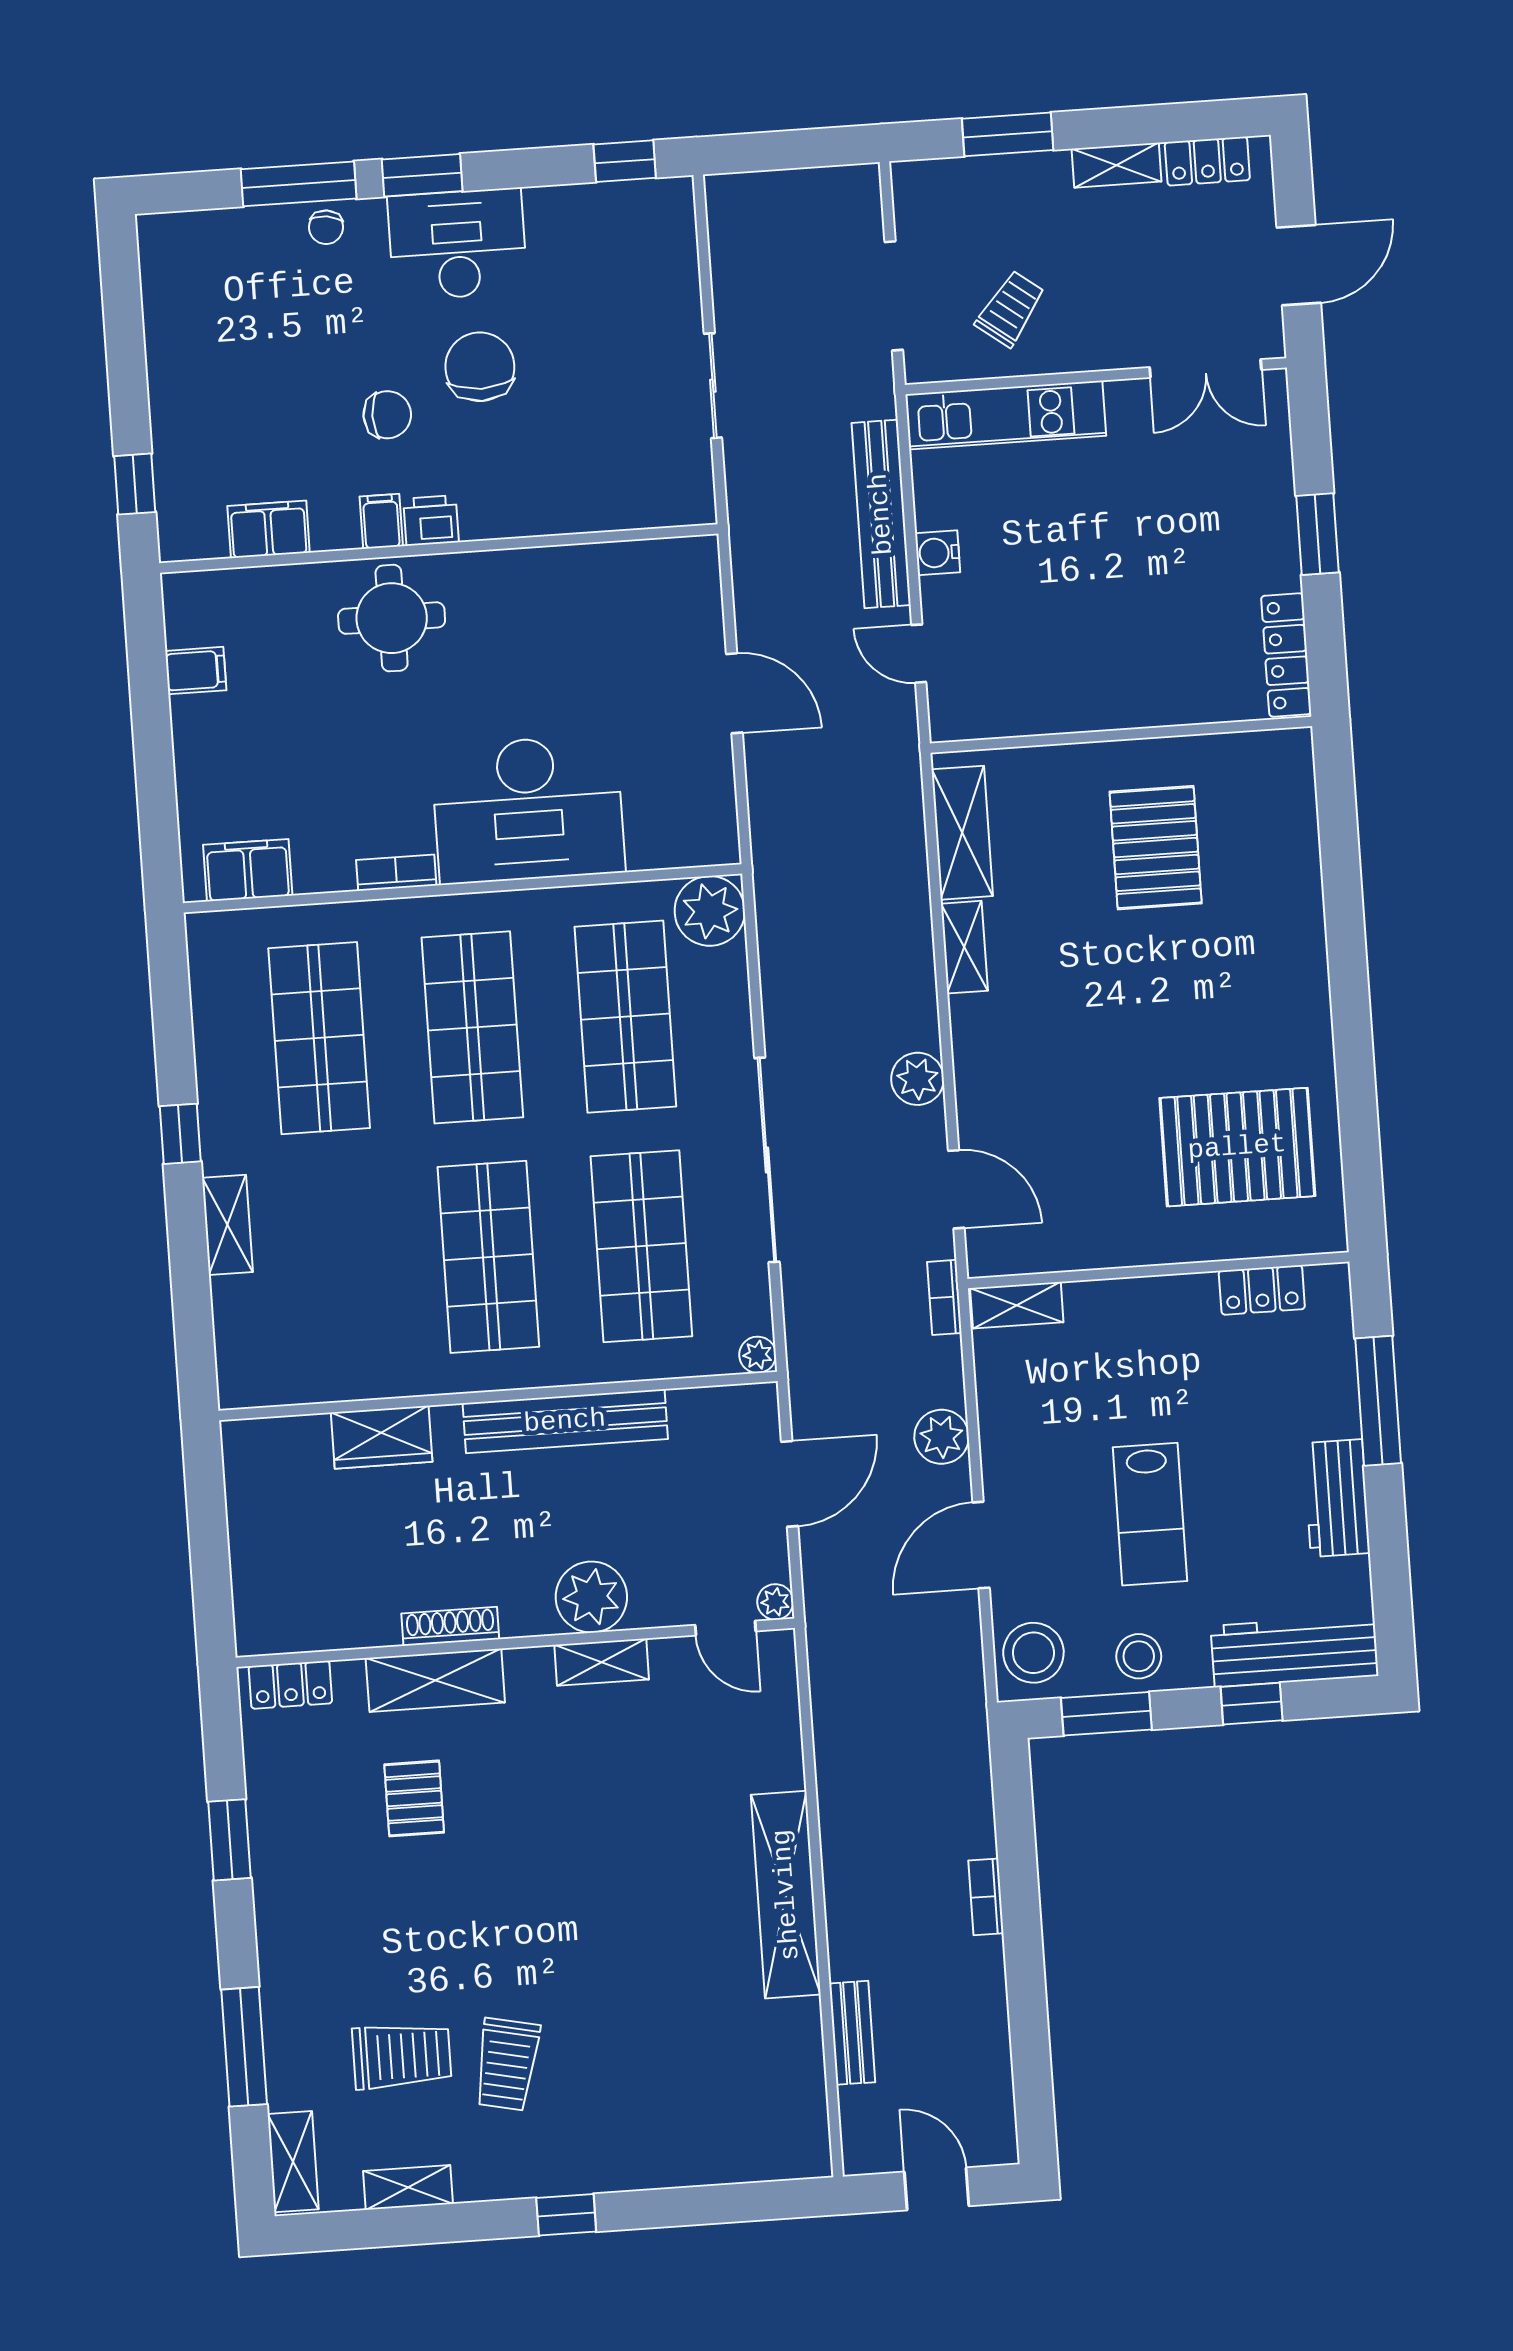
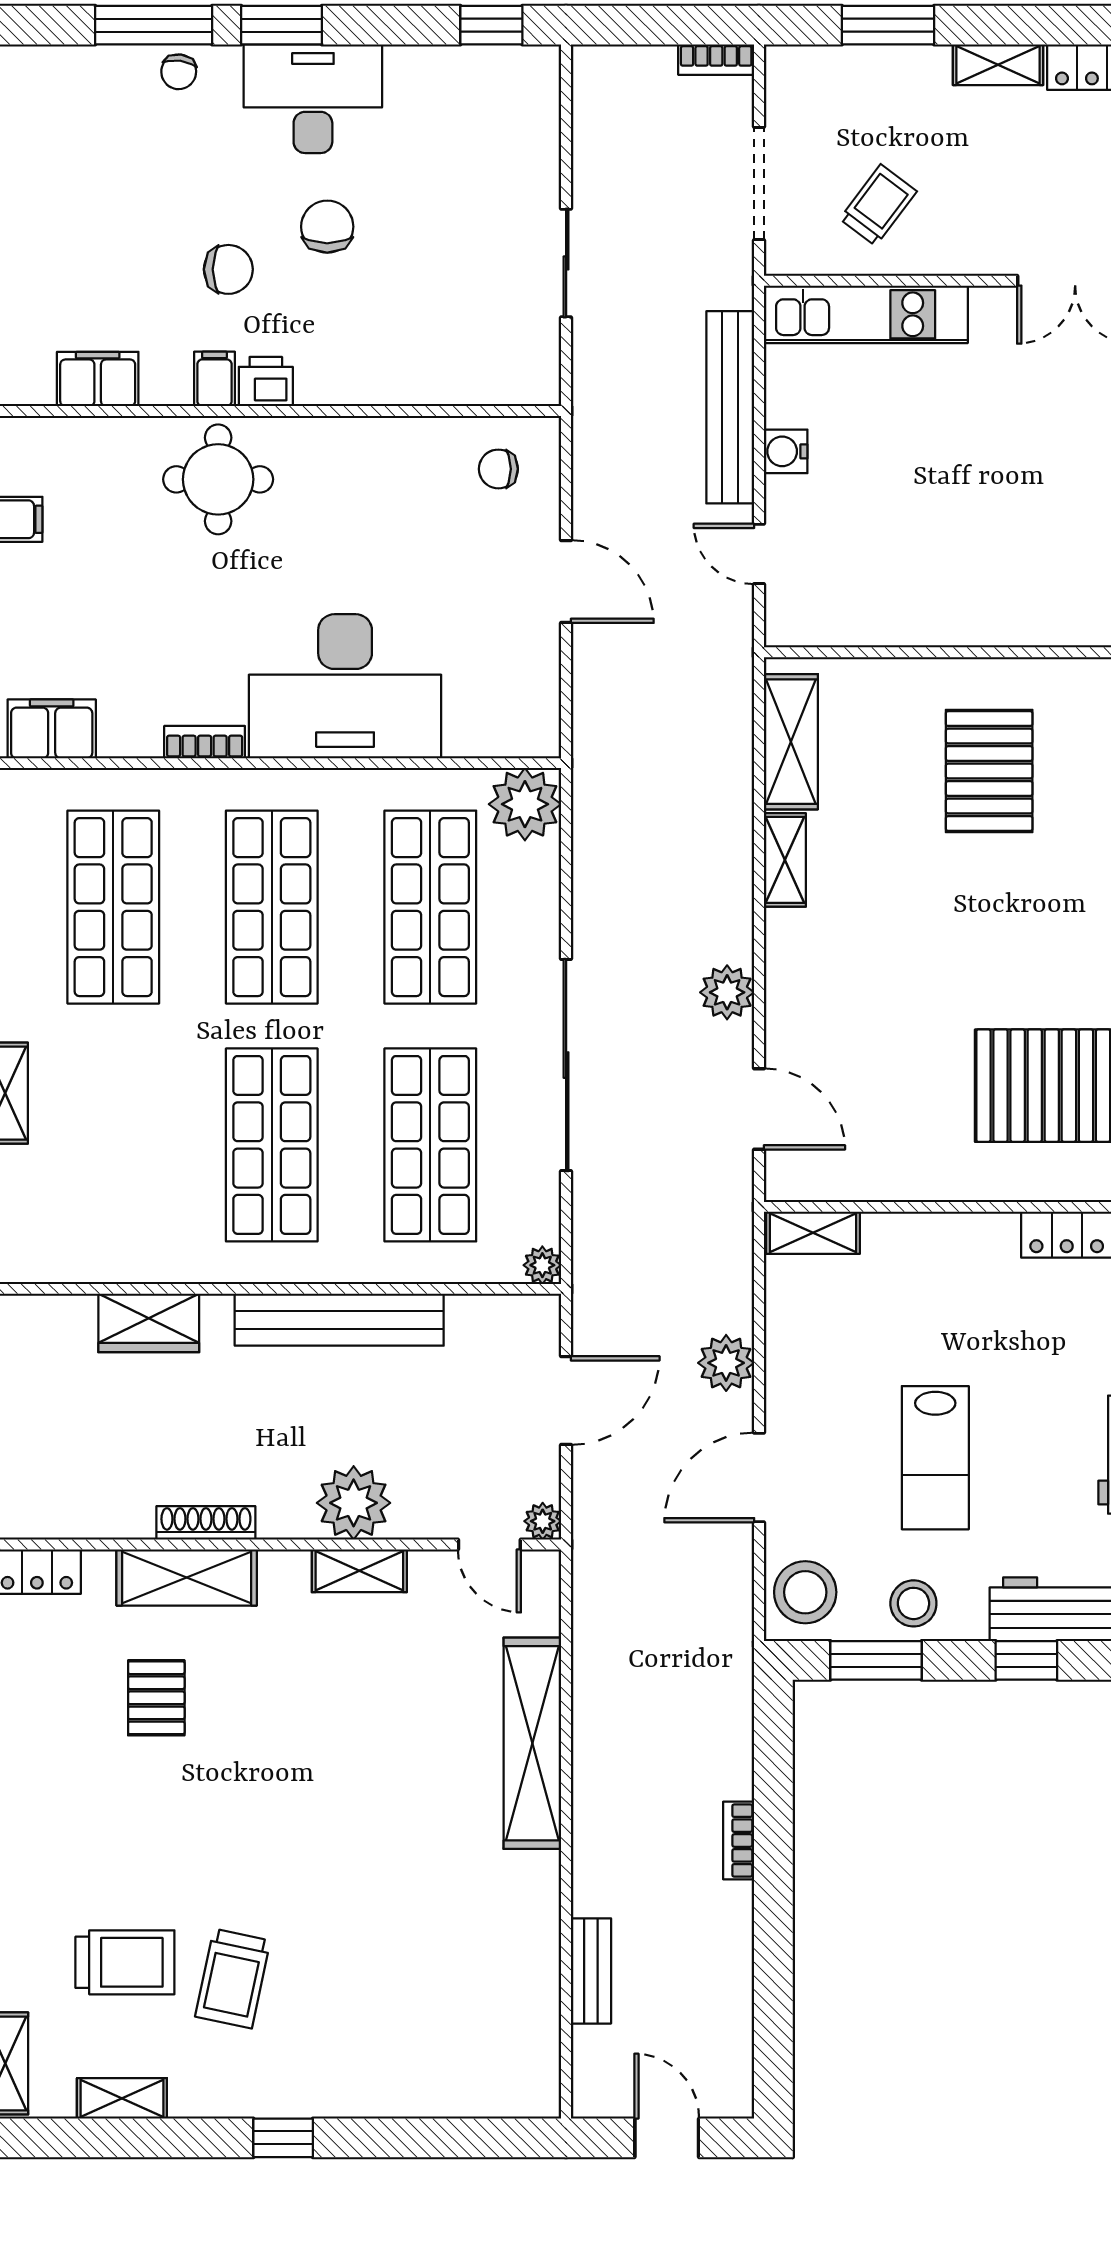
chair: (480, 367) -> (327, 227), width x0.73, depth x0.73
chair: (662, 589) -> (498, 469), added
bookcase: (944, 1297) -> (716, 60), moved, turned -90
shelving: (786, 1895) -> (532, 1743), moved

